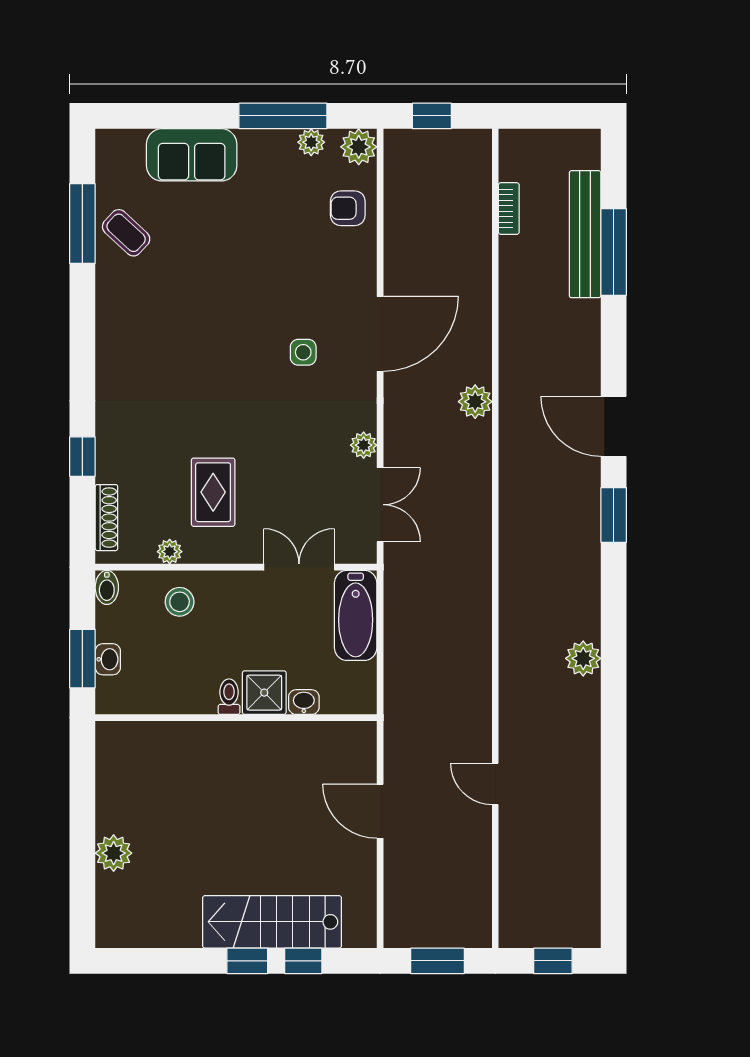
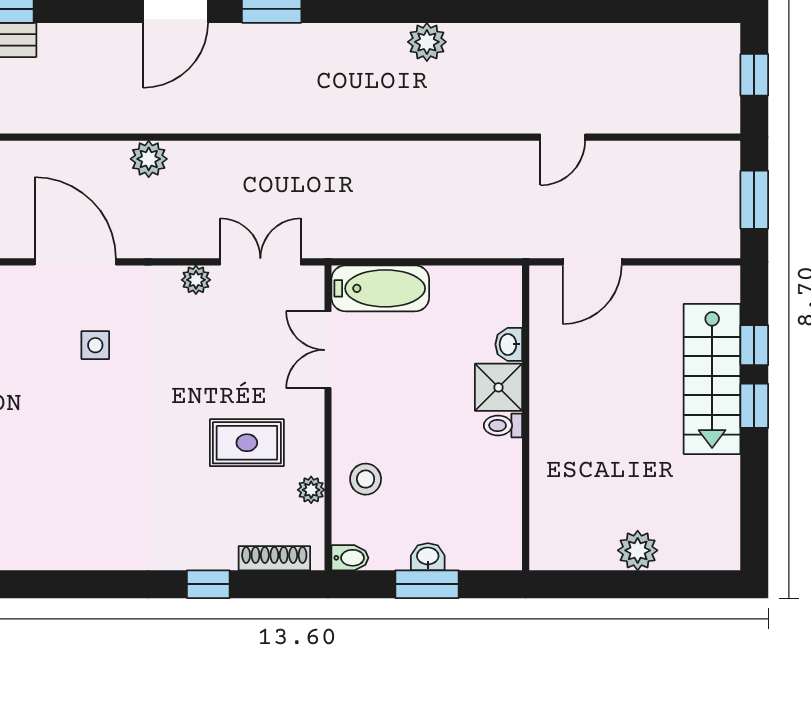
shower: (264, 693) -> (498, 387), moved
toilet: (229, 697) -> (503, 425), moved
washbasin: (304, 702) -> (509, 344), moved
wall: (236, 718) -> (526, 418), moved

